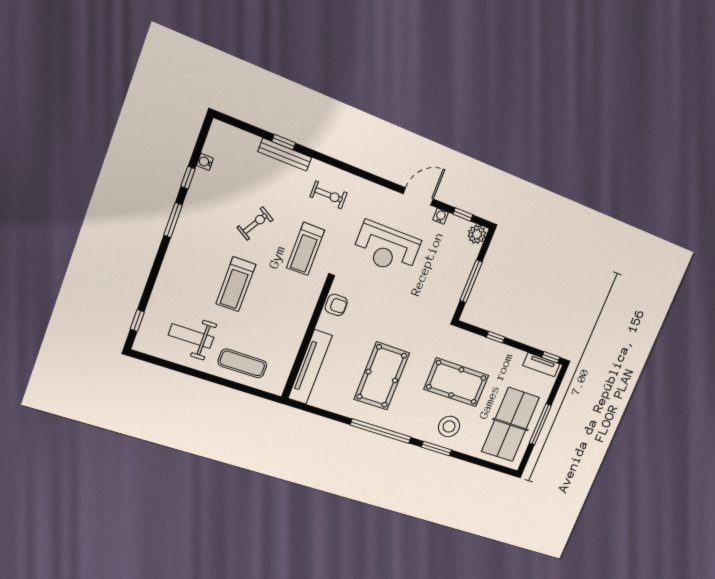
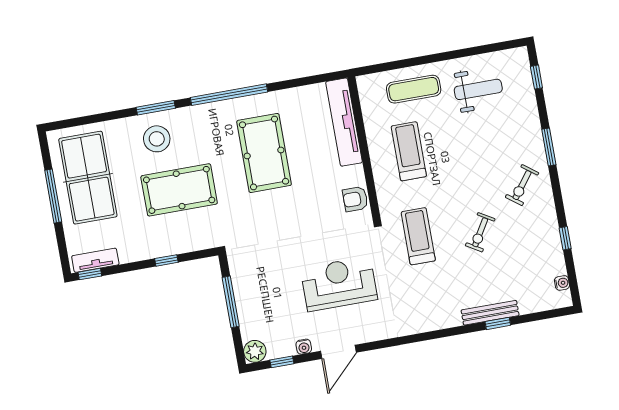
water cooler: (205, 162) -> (562, 283), moved
exercise bike: (329, 195) -> (522, 185), moved, turned -53
window: (173, 220) -> (549, 147), moved
treadmill: (236, 284) -> (409, 151), moved

